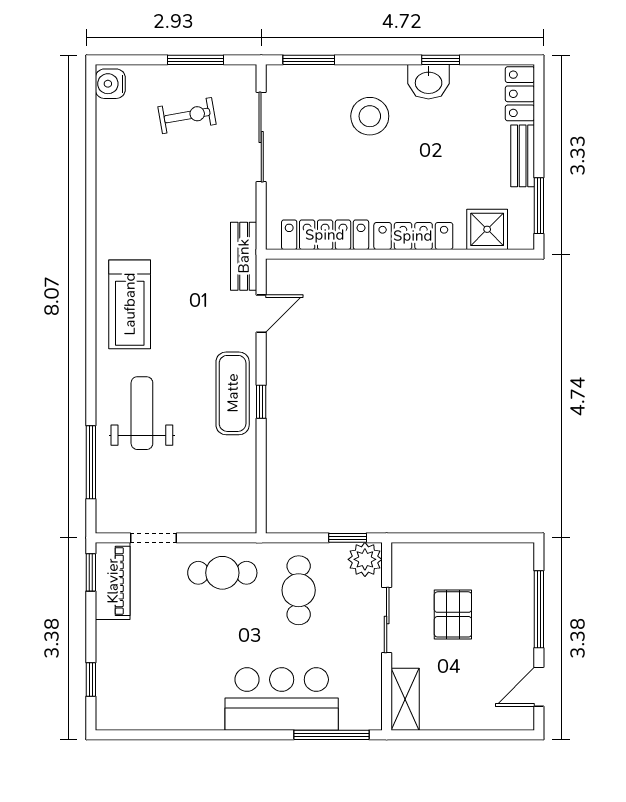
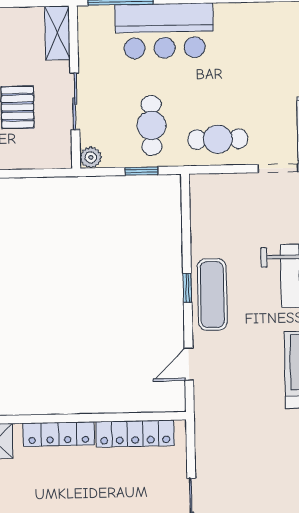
bench: (244, 256) -> (205, 413), removed
window: (348, 538) -> (142, 171), moved
plant: (365, 559) -> (91, 157), width x0.73, depth x0.73

